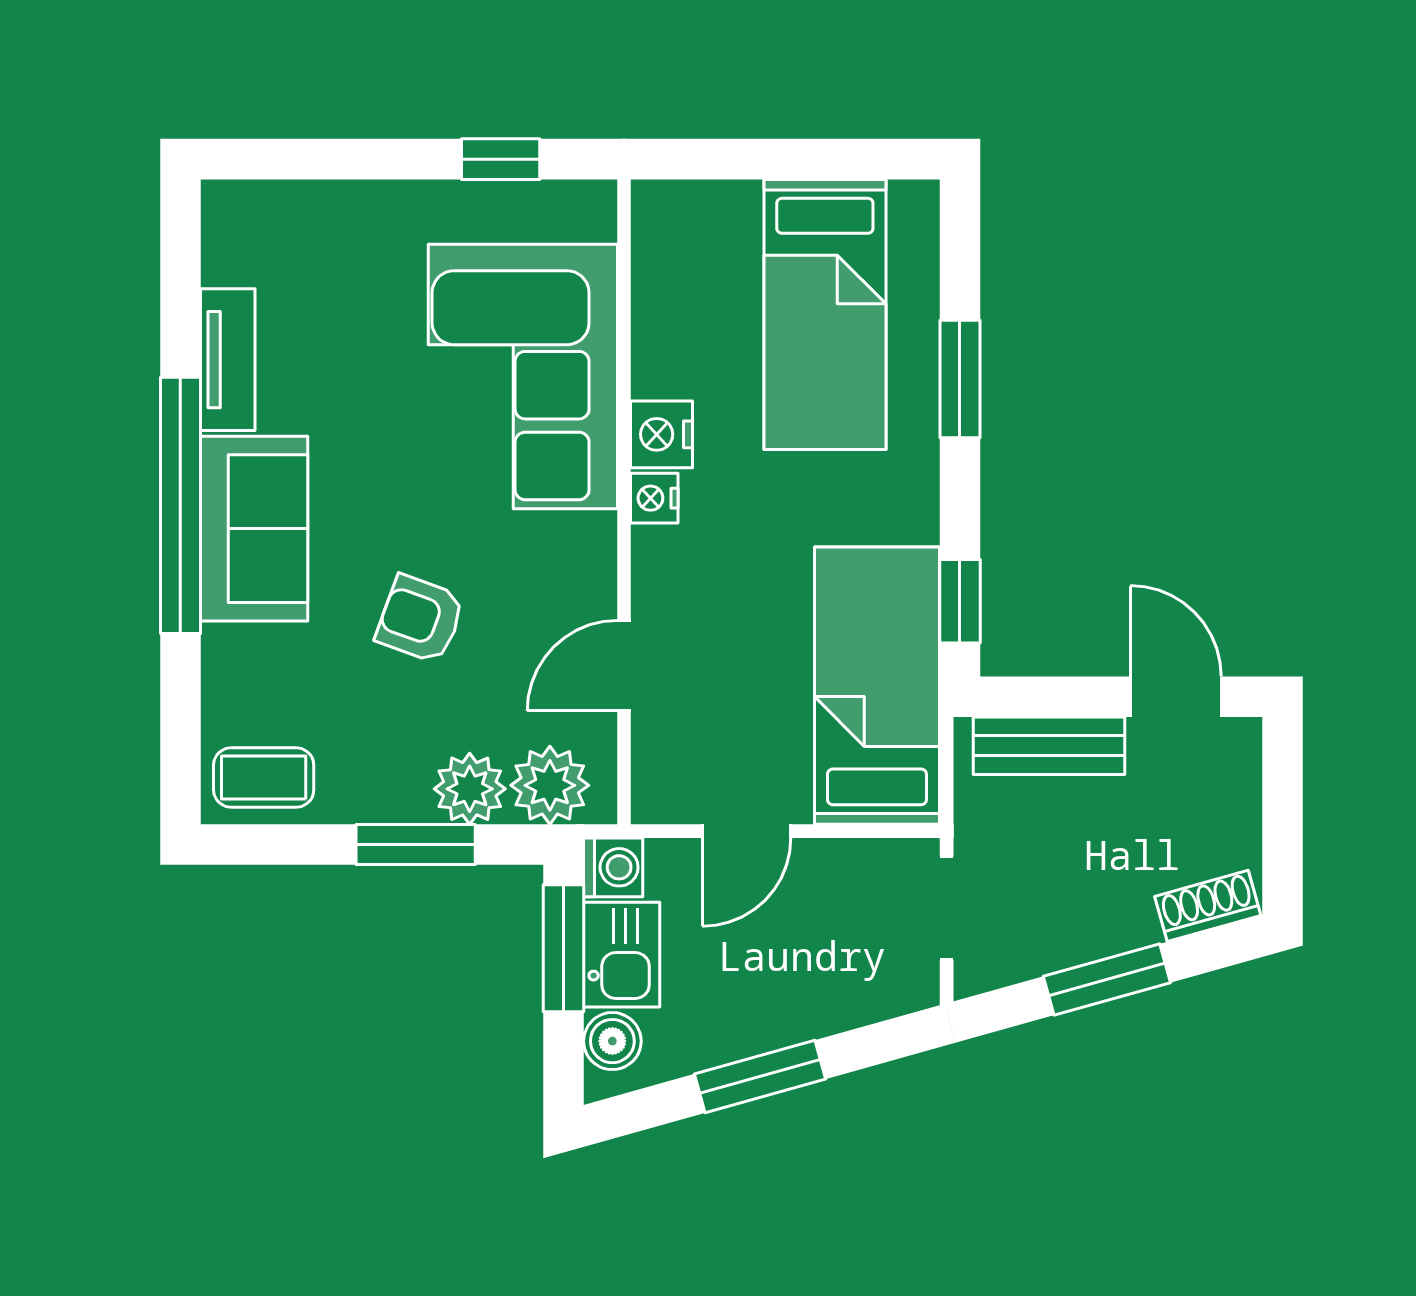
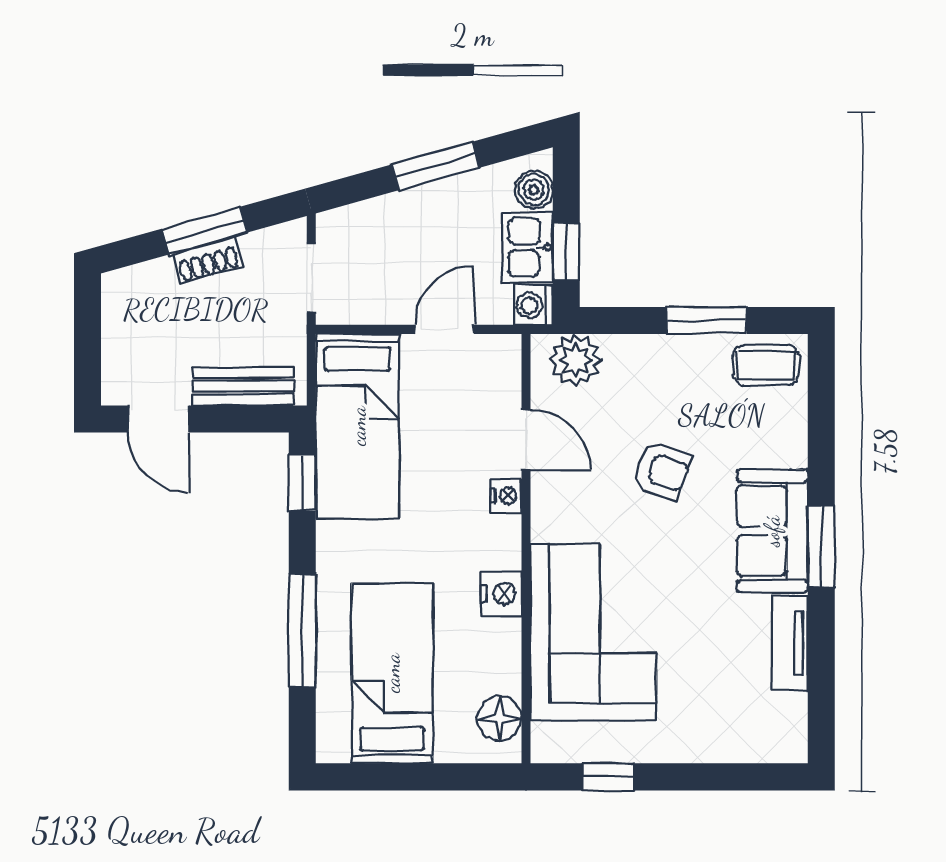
floor lamp: (664, 247) -> (499, 718), added
window: (960, 379) -> (302, 630), width x1.44
nightstand: (654, 498) -> (506, 496), moved
window: (180, 505) -> (821, 546), width x0.47
door: (624, 666) -> (526, 440), hinge flipped
plant: (470, 789) -> (629, 358), removed
window: (416, 845) -> (707, 321), moved
shoe rack: (1208, 906) -> (207, 260), moved
window: (564, 948) -> (566, 251), width x0.67

